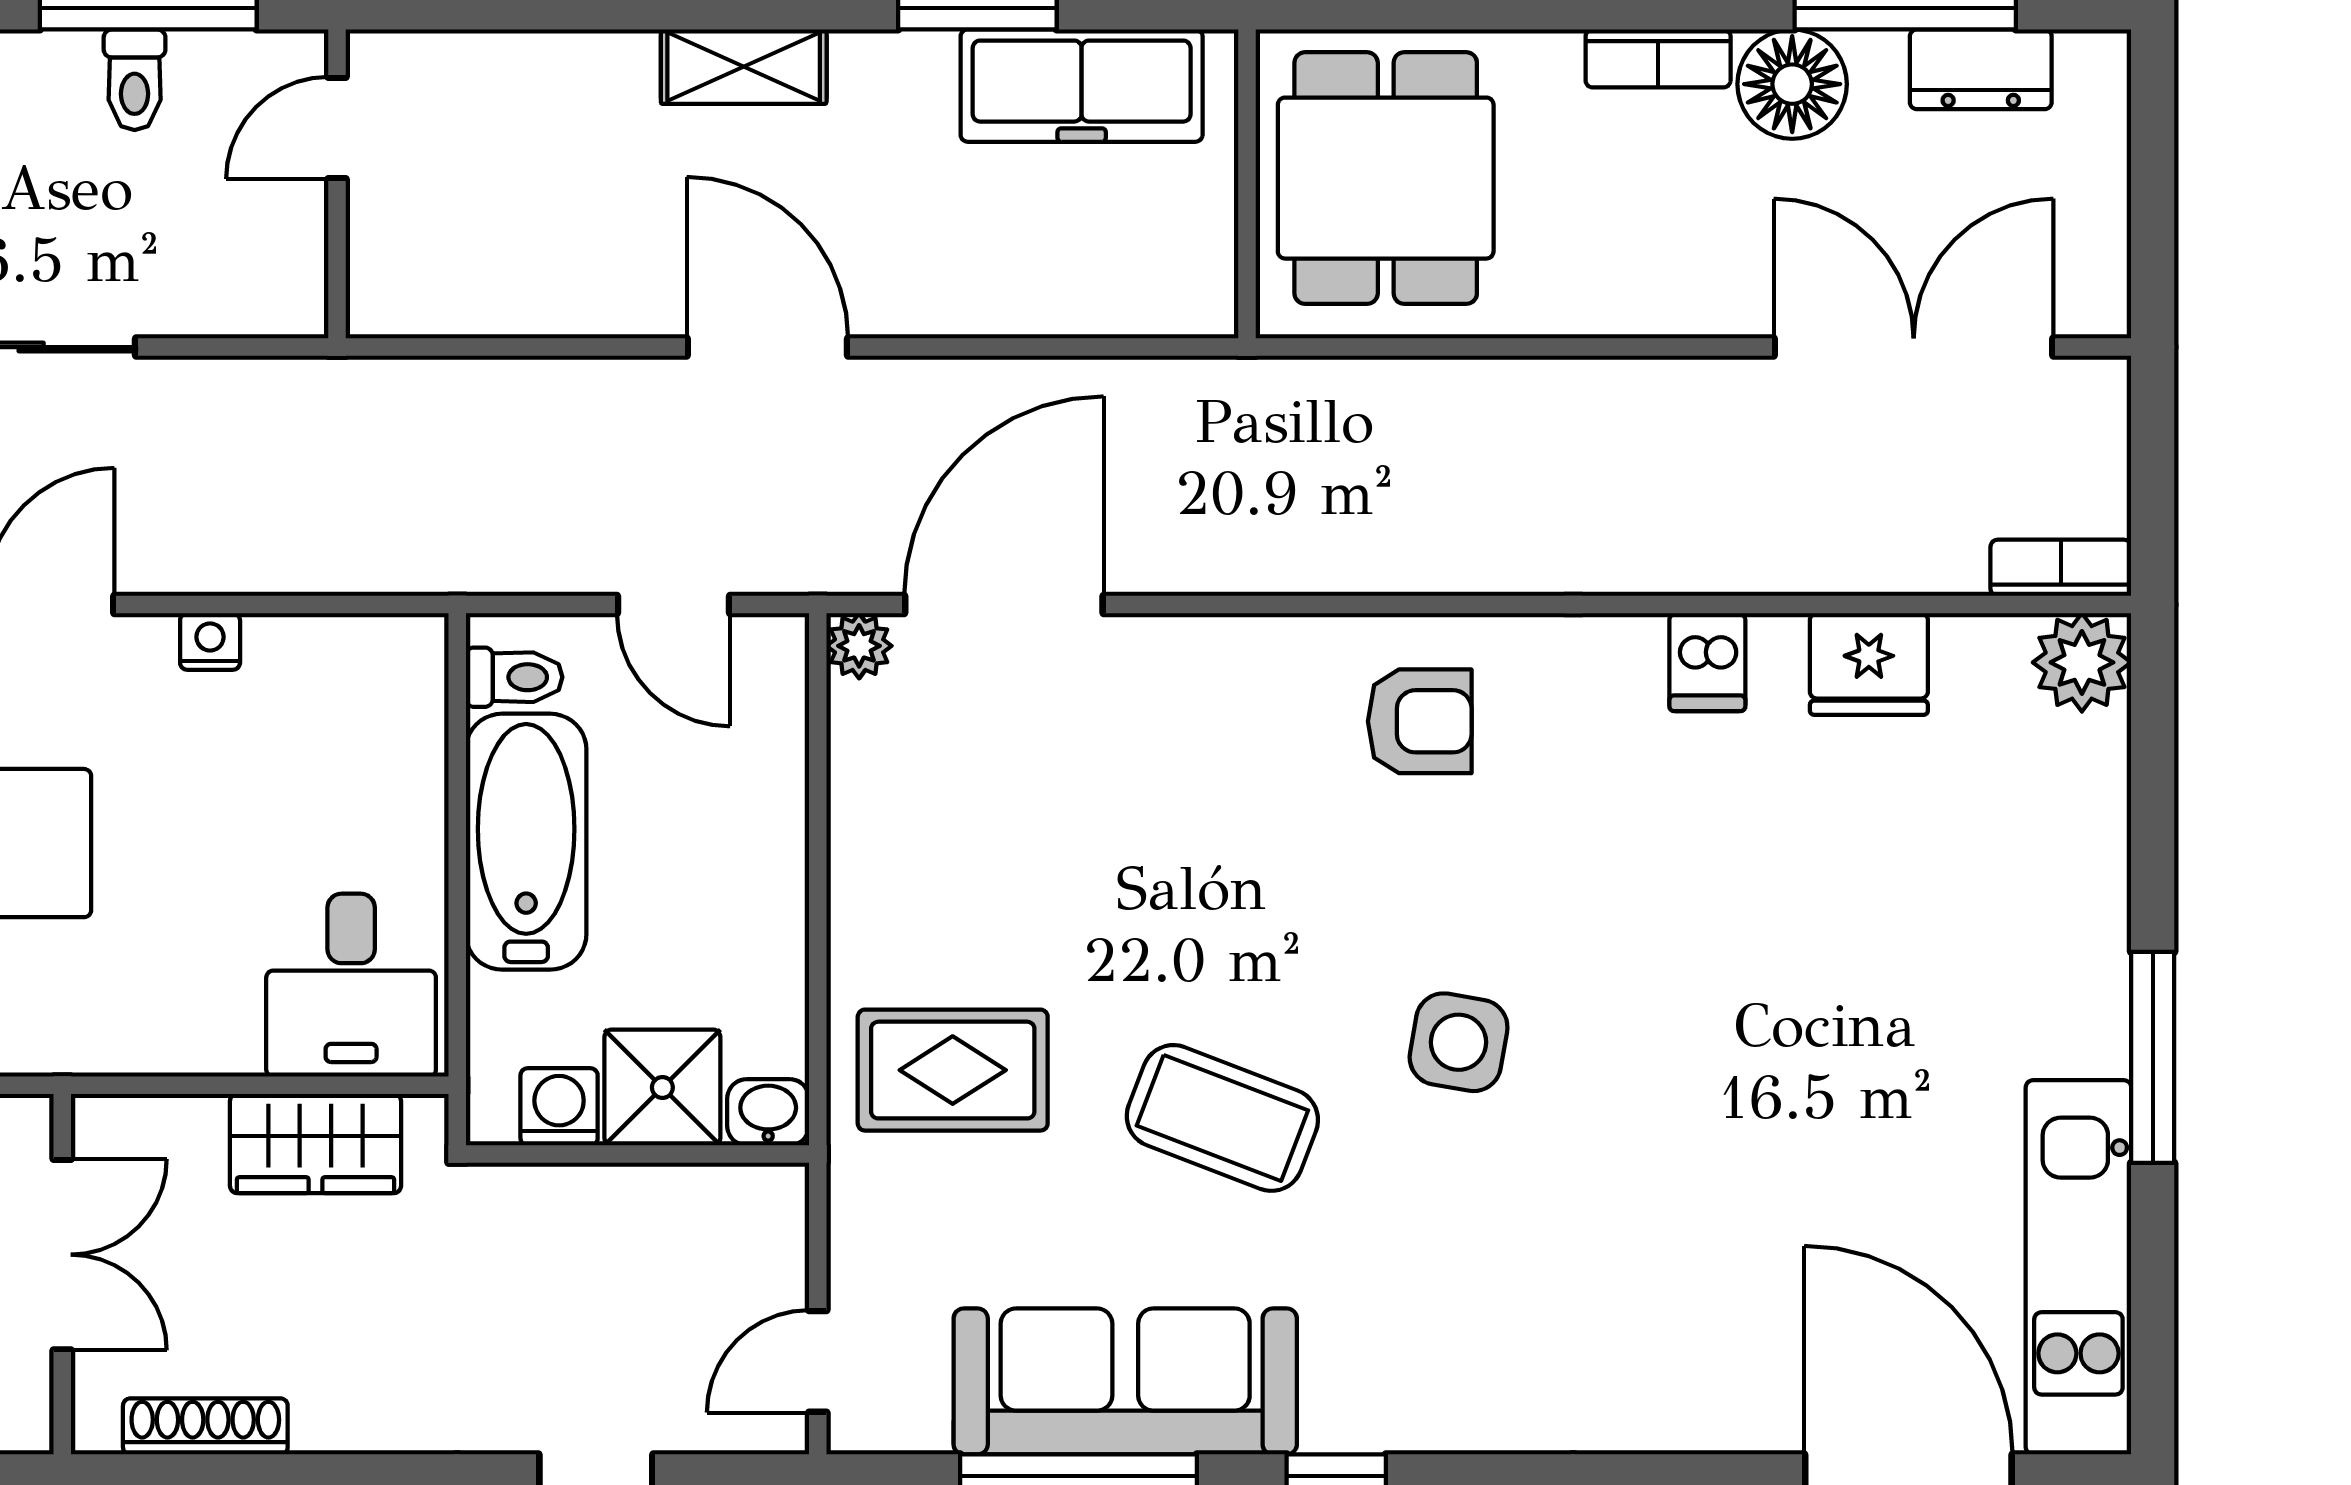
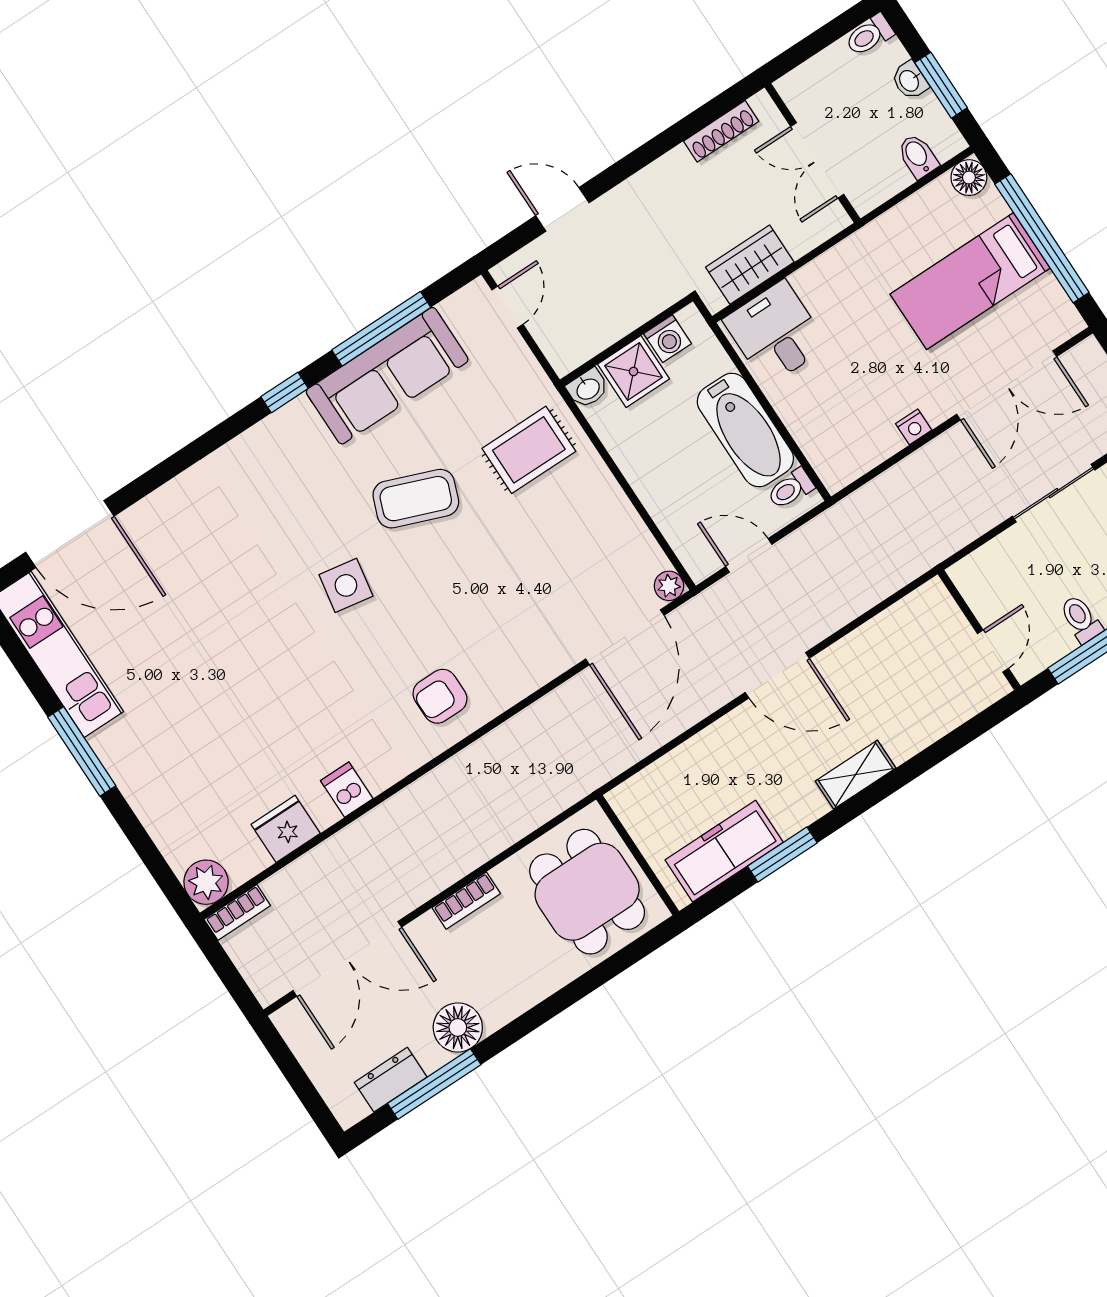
bookcase: (1658, 58) -> (466, 901), moved, turned 180

